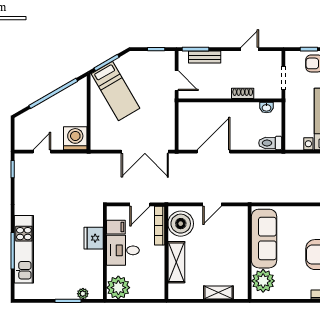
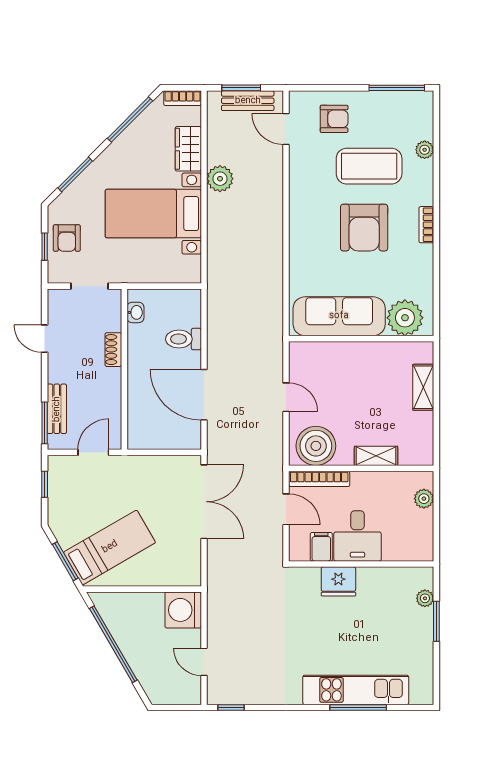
toilet: (270, 143) -> (183, 339), moved, turned 90
shelving: (176, 262) -> (376, 456), width x0.67, depth x0.75
plant: (118, 288) -> (424, 499), moved, width x0.53, depth x0.53

